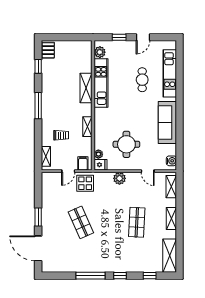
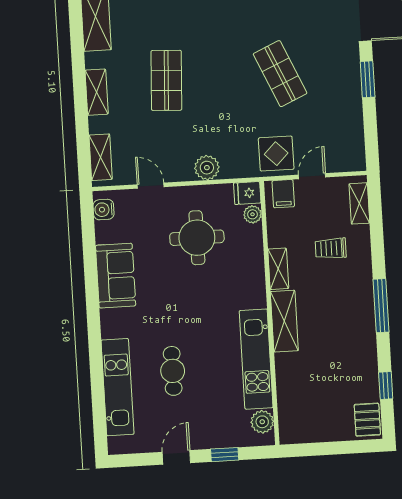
shelving: (86, 88) -> (284, 321), moved
sofa: (167, 123) -> (116, 276), width x0.73

